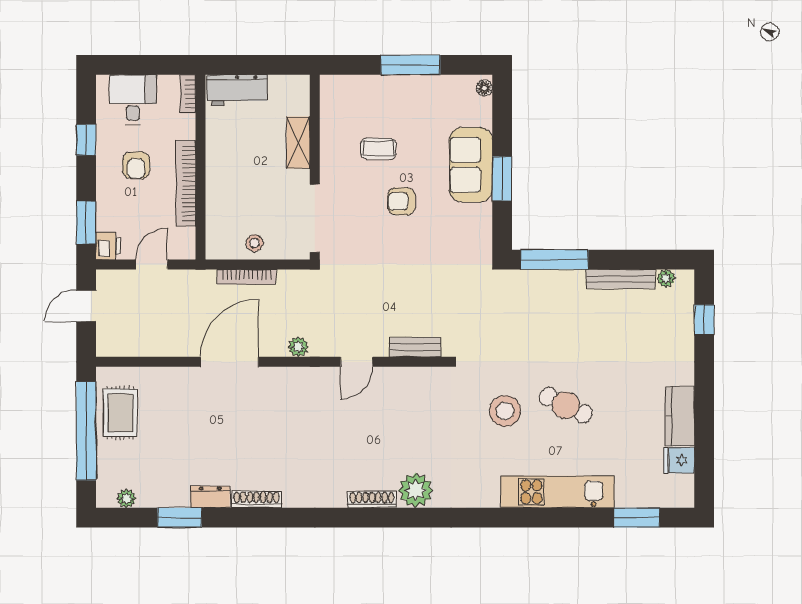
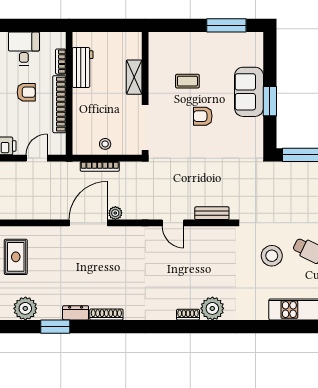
window: (411, 65) -> (226, 25), moved
floor lamp: (484, 88) -> (258, 41), removed
workbench: (237, 90) -> (83, 67), moved, turned -90
bookcase: (188, 94) -> (61, 62), moved
armchair: (136, 165) -> (26, 92), turned -90
plant: (298, 347) -> (115, 213), moved
door: (357, 362) -> (173, 223), hinge flipped
plant: (126, 498) -> (25, 308), width x1.88, depth x1.88
shoe rack: (372, 500) -> (188, 315), width x0.70

